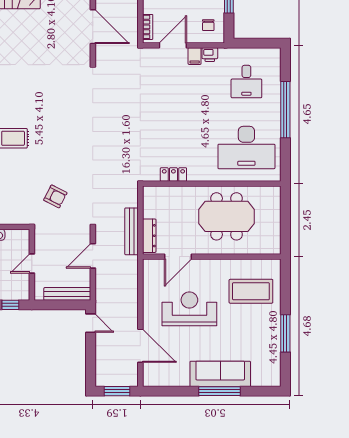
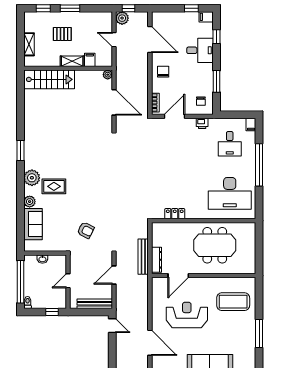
filing cabinet: (195, 56) -> (251, 124), moved

